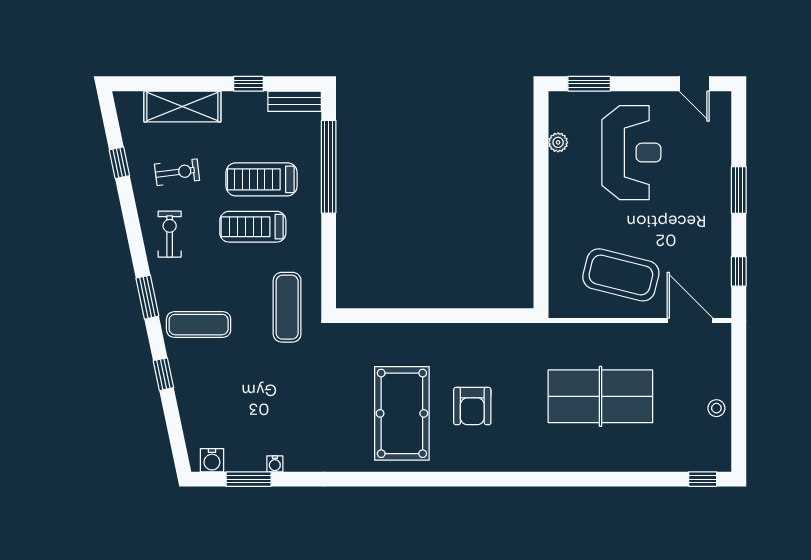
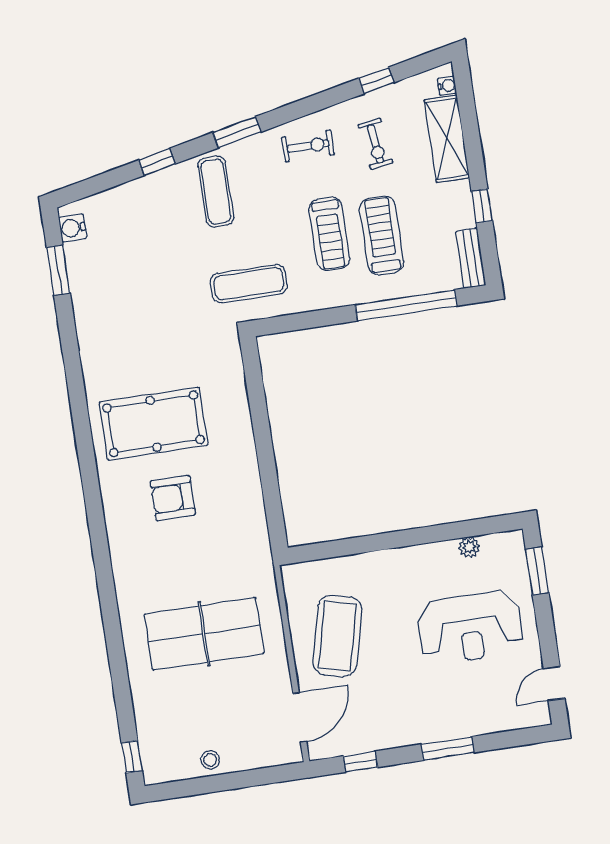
treadmill: (253, 227) -> (329, 234), turned 180
table tennis table: (600, 396) -> (204, 634), turned 90
water cooler: (275, 464) -> (447, 86), moved, turned 180

